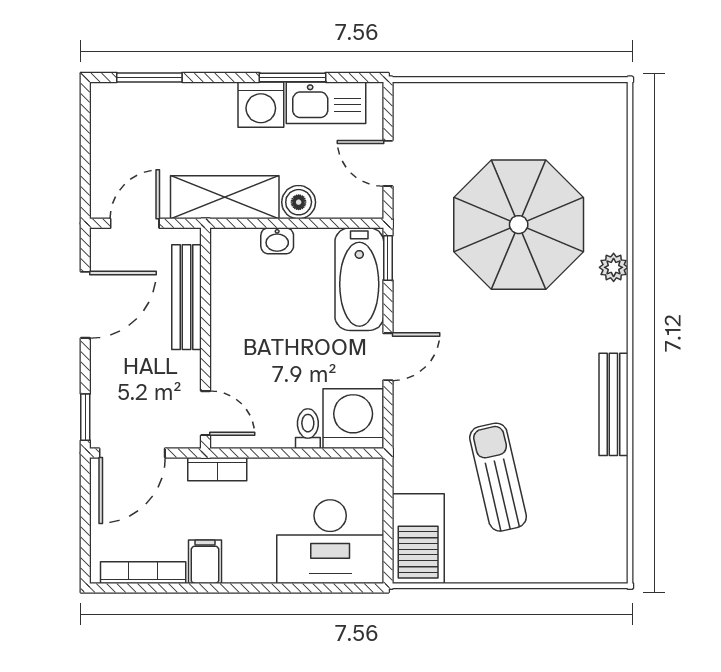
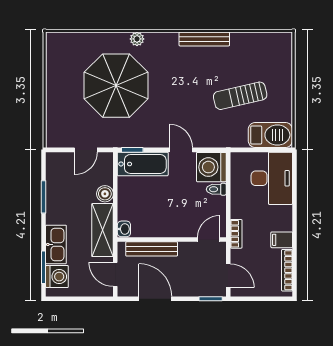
kitchen sink: (326, 103) -> (56, 244), moved
washing machine: (261, 105) -> (57, 277), moved
washbasin: (277, 241) -> (124, 229), moved
door: (132, 453) -> (228, 276), width x0.73

